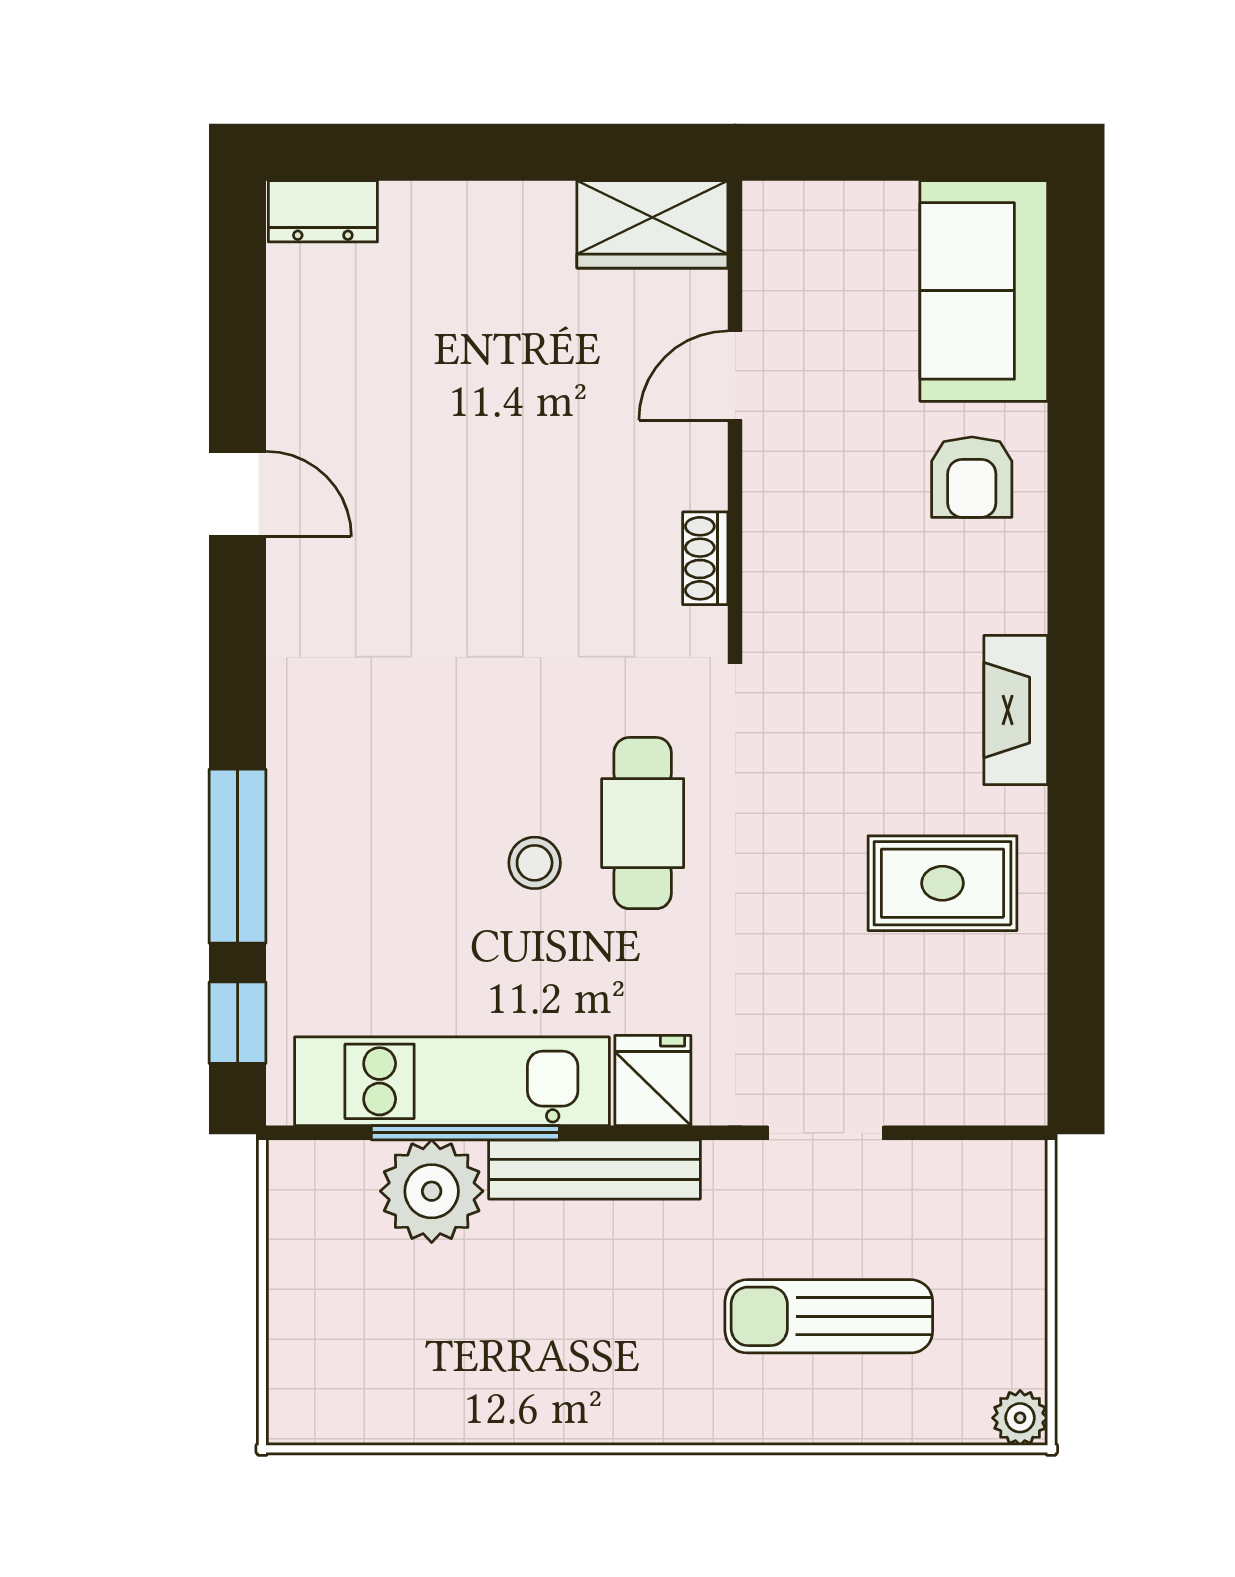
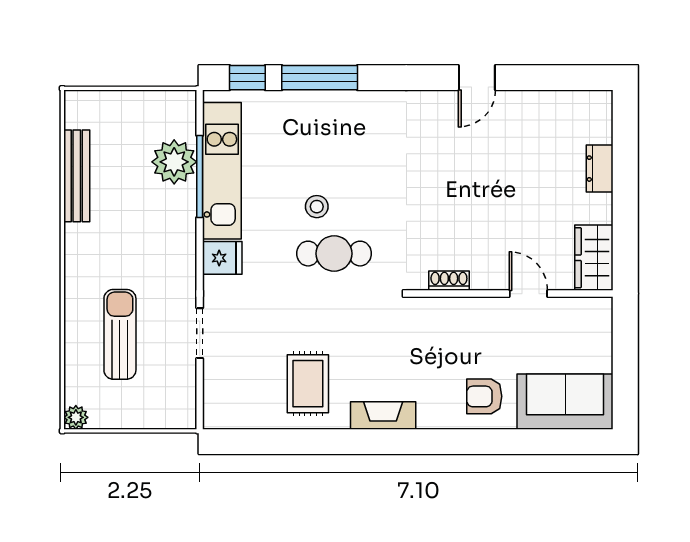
dresser: (323, 211) -> (600, 169), moved
bench: (594, 1169) -> (77, 176), moved

